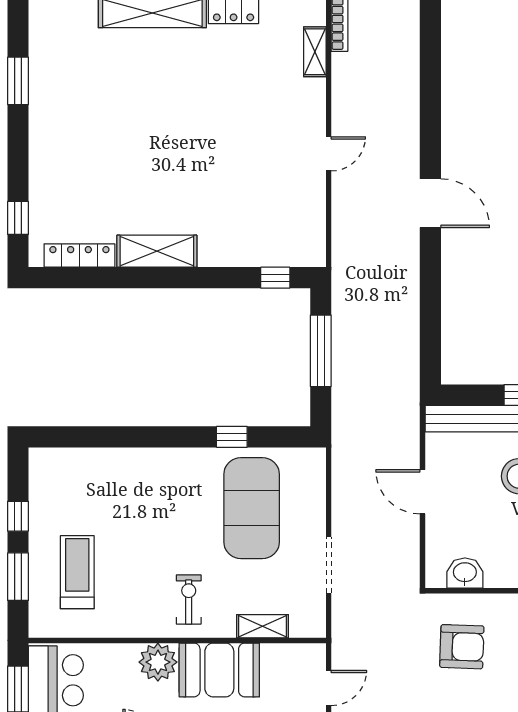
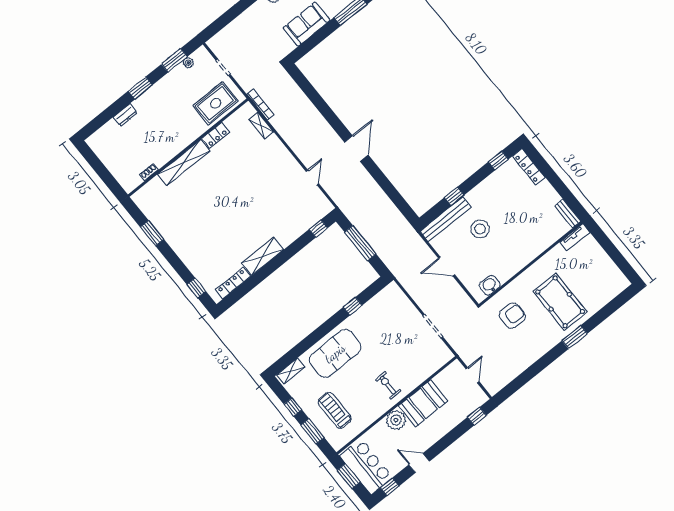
door: (329, 154) -> (312, 177), moved
door: (430, 203) -> (356, 149), hinge flipped
exercise mat: (252, 508) -> (335, 353), moved, turned 90
shelving: (263, 626) -> (291, 371), moved

